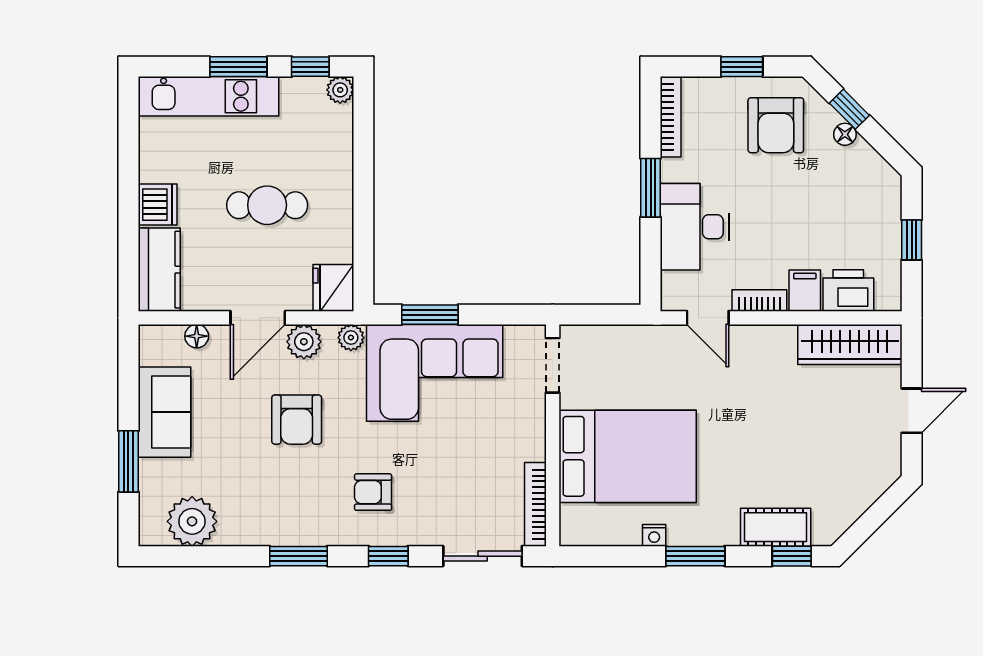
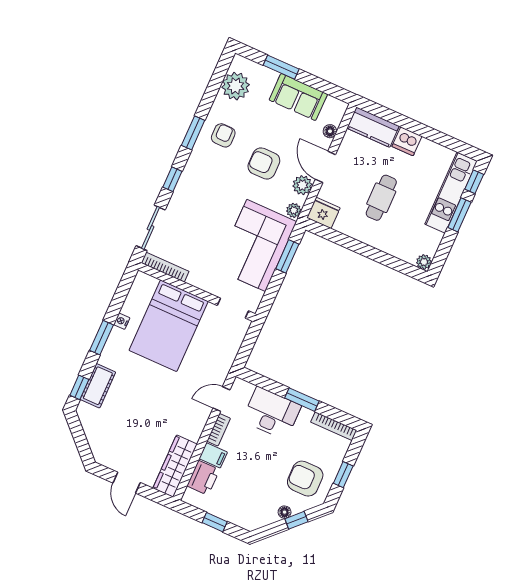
window: (310, 67) -> (474, 182), moved
armchair: (373, 492) -> (223, 135), moved

